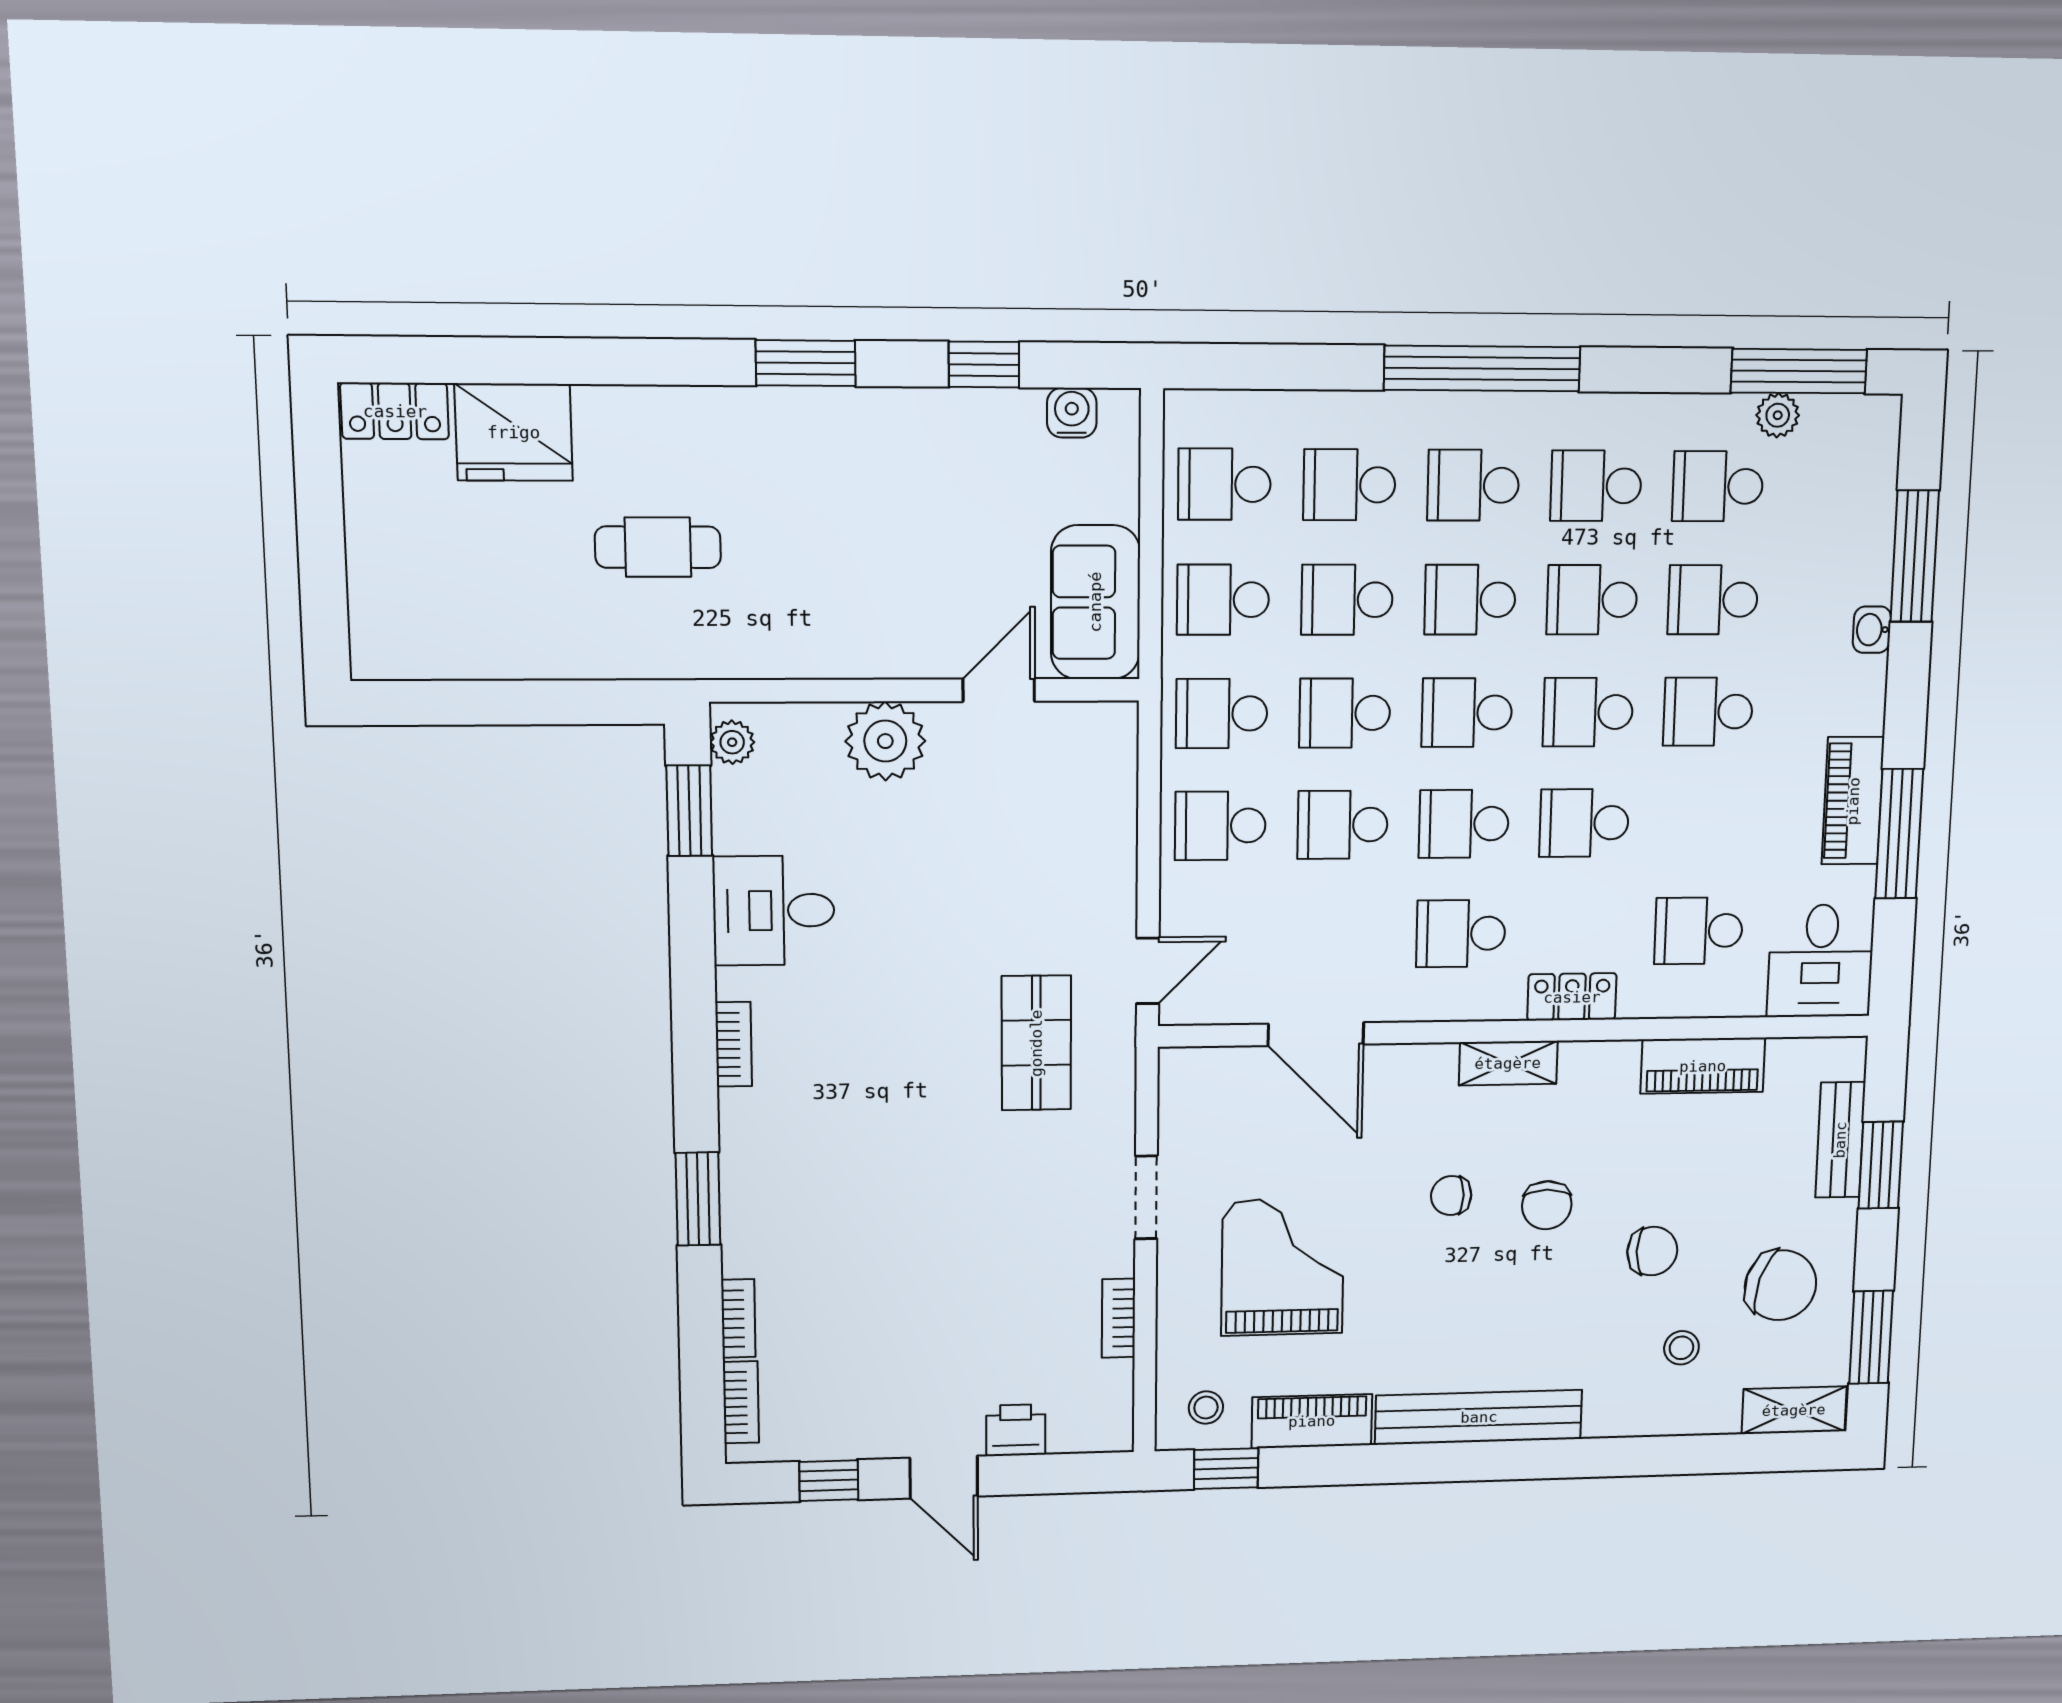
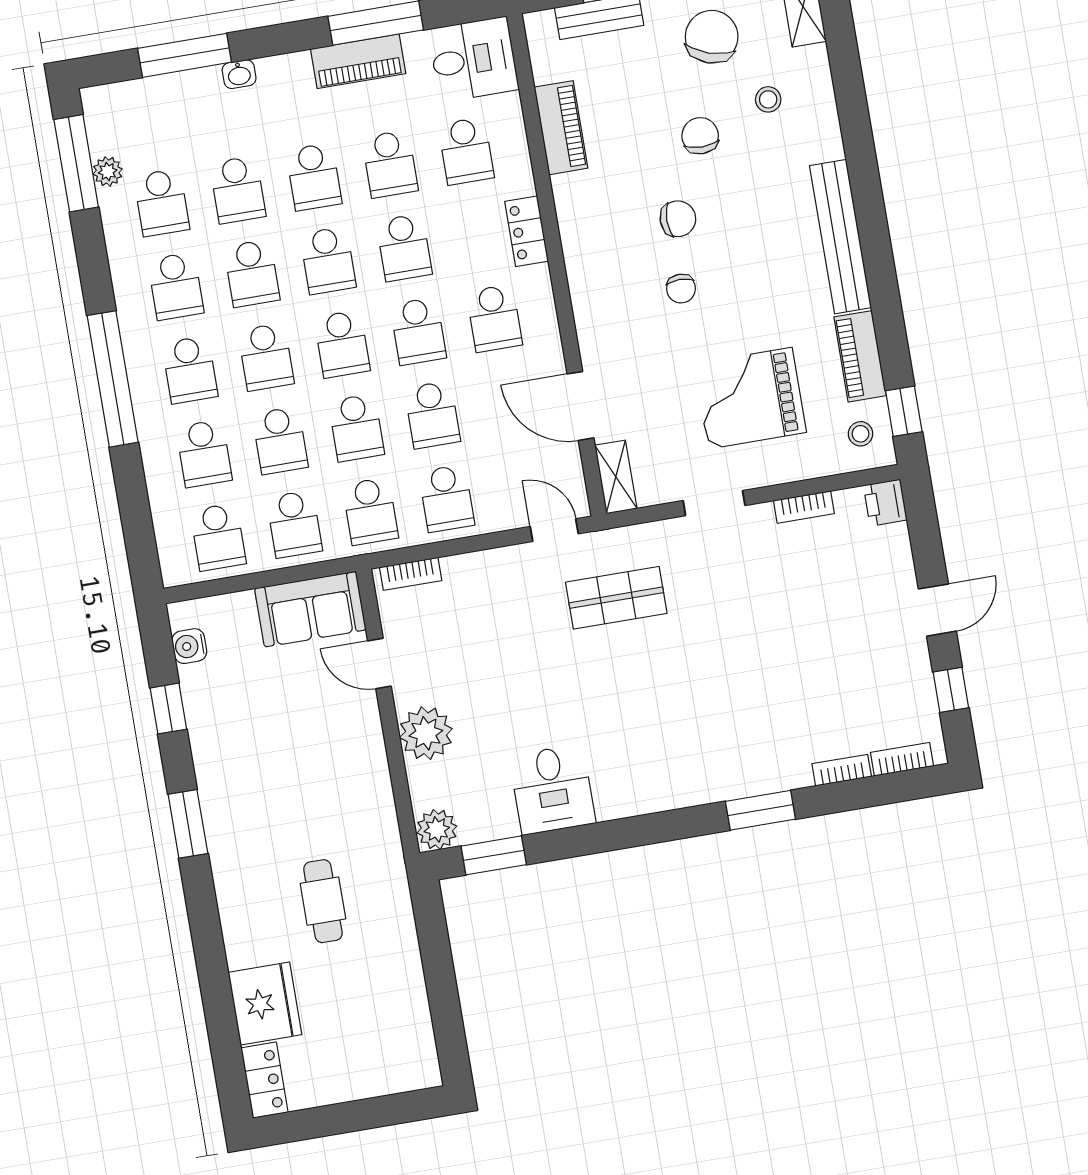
plant: (732, 742) -> (437, 829), width x1.38, depth x1.38
school desk: (1703, 822) -> (390, 164), added
door: (1316, 1034) -> (580, 406), swing flipped
bookcase: (734, 1044) -> (411, 574), moved, turned 180
shelving: (1508, 1063) -> (616, 477), moved
printer: (1016, 1430) -> (885, 503), moved

